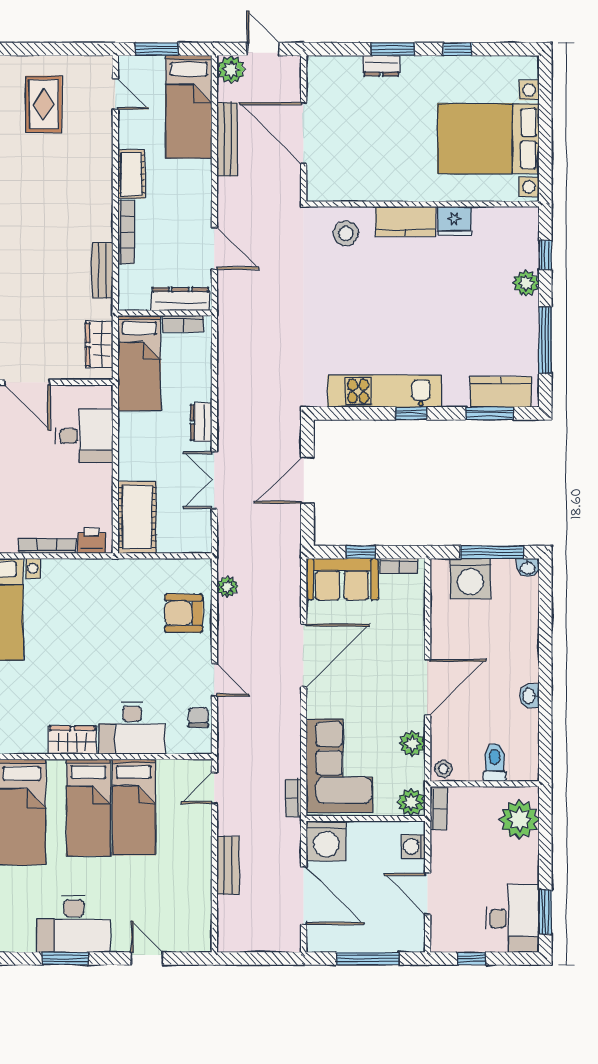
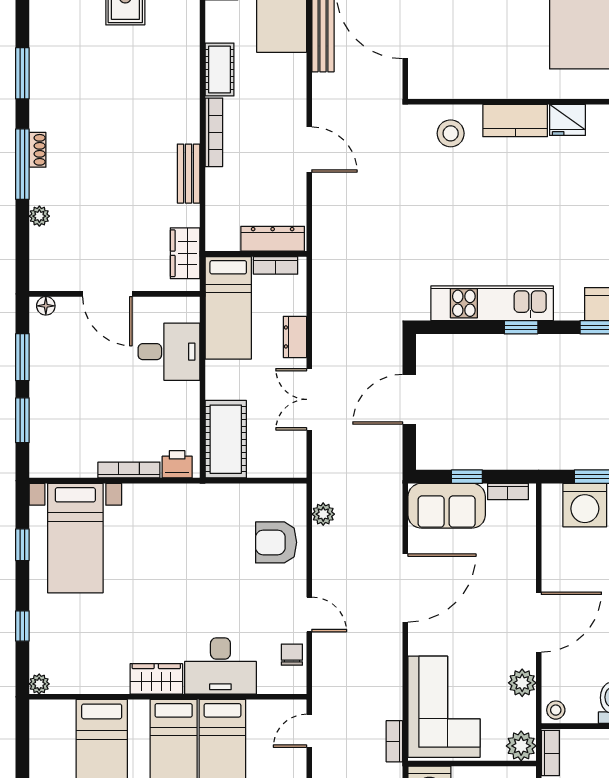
dresser: (180, 299) -> (273, 239), moved
wall: (165, 313) -> (256, 254), moved
bookcase: (183, 324) -> (276, 265), moved
bed: (139, 363) -> (228, 308), moved

